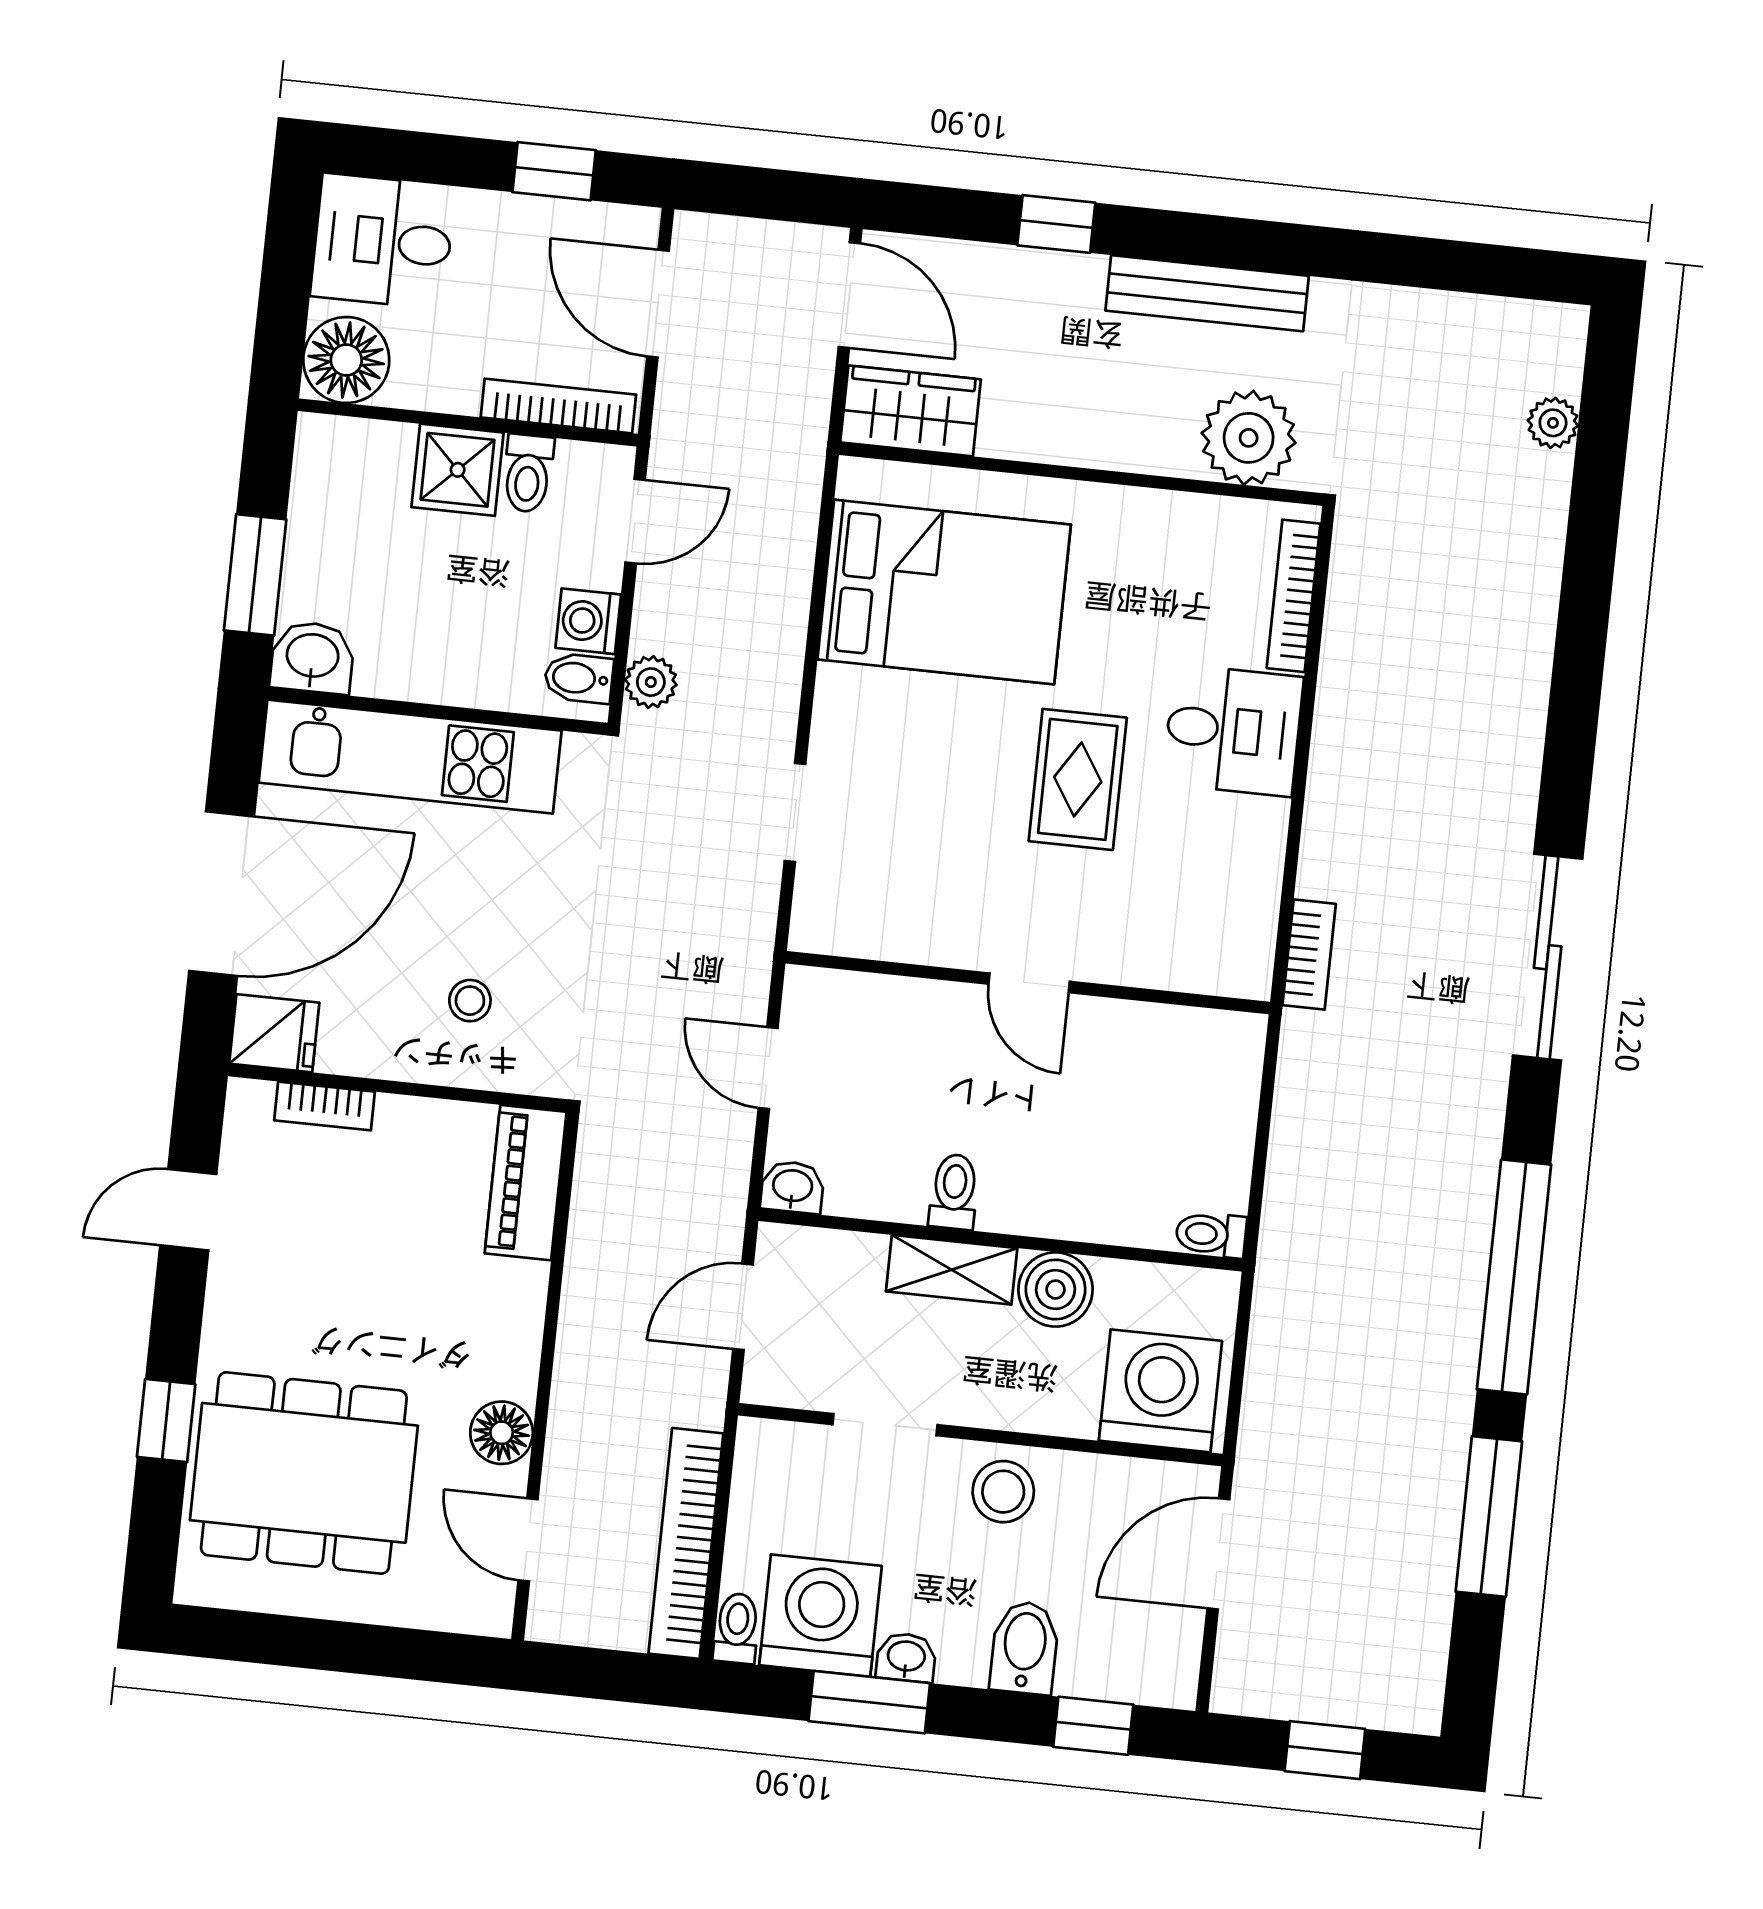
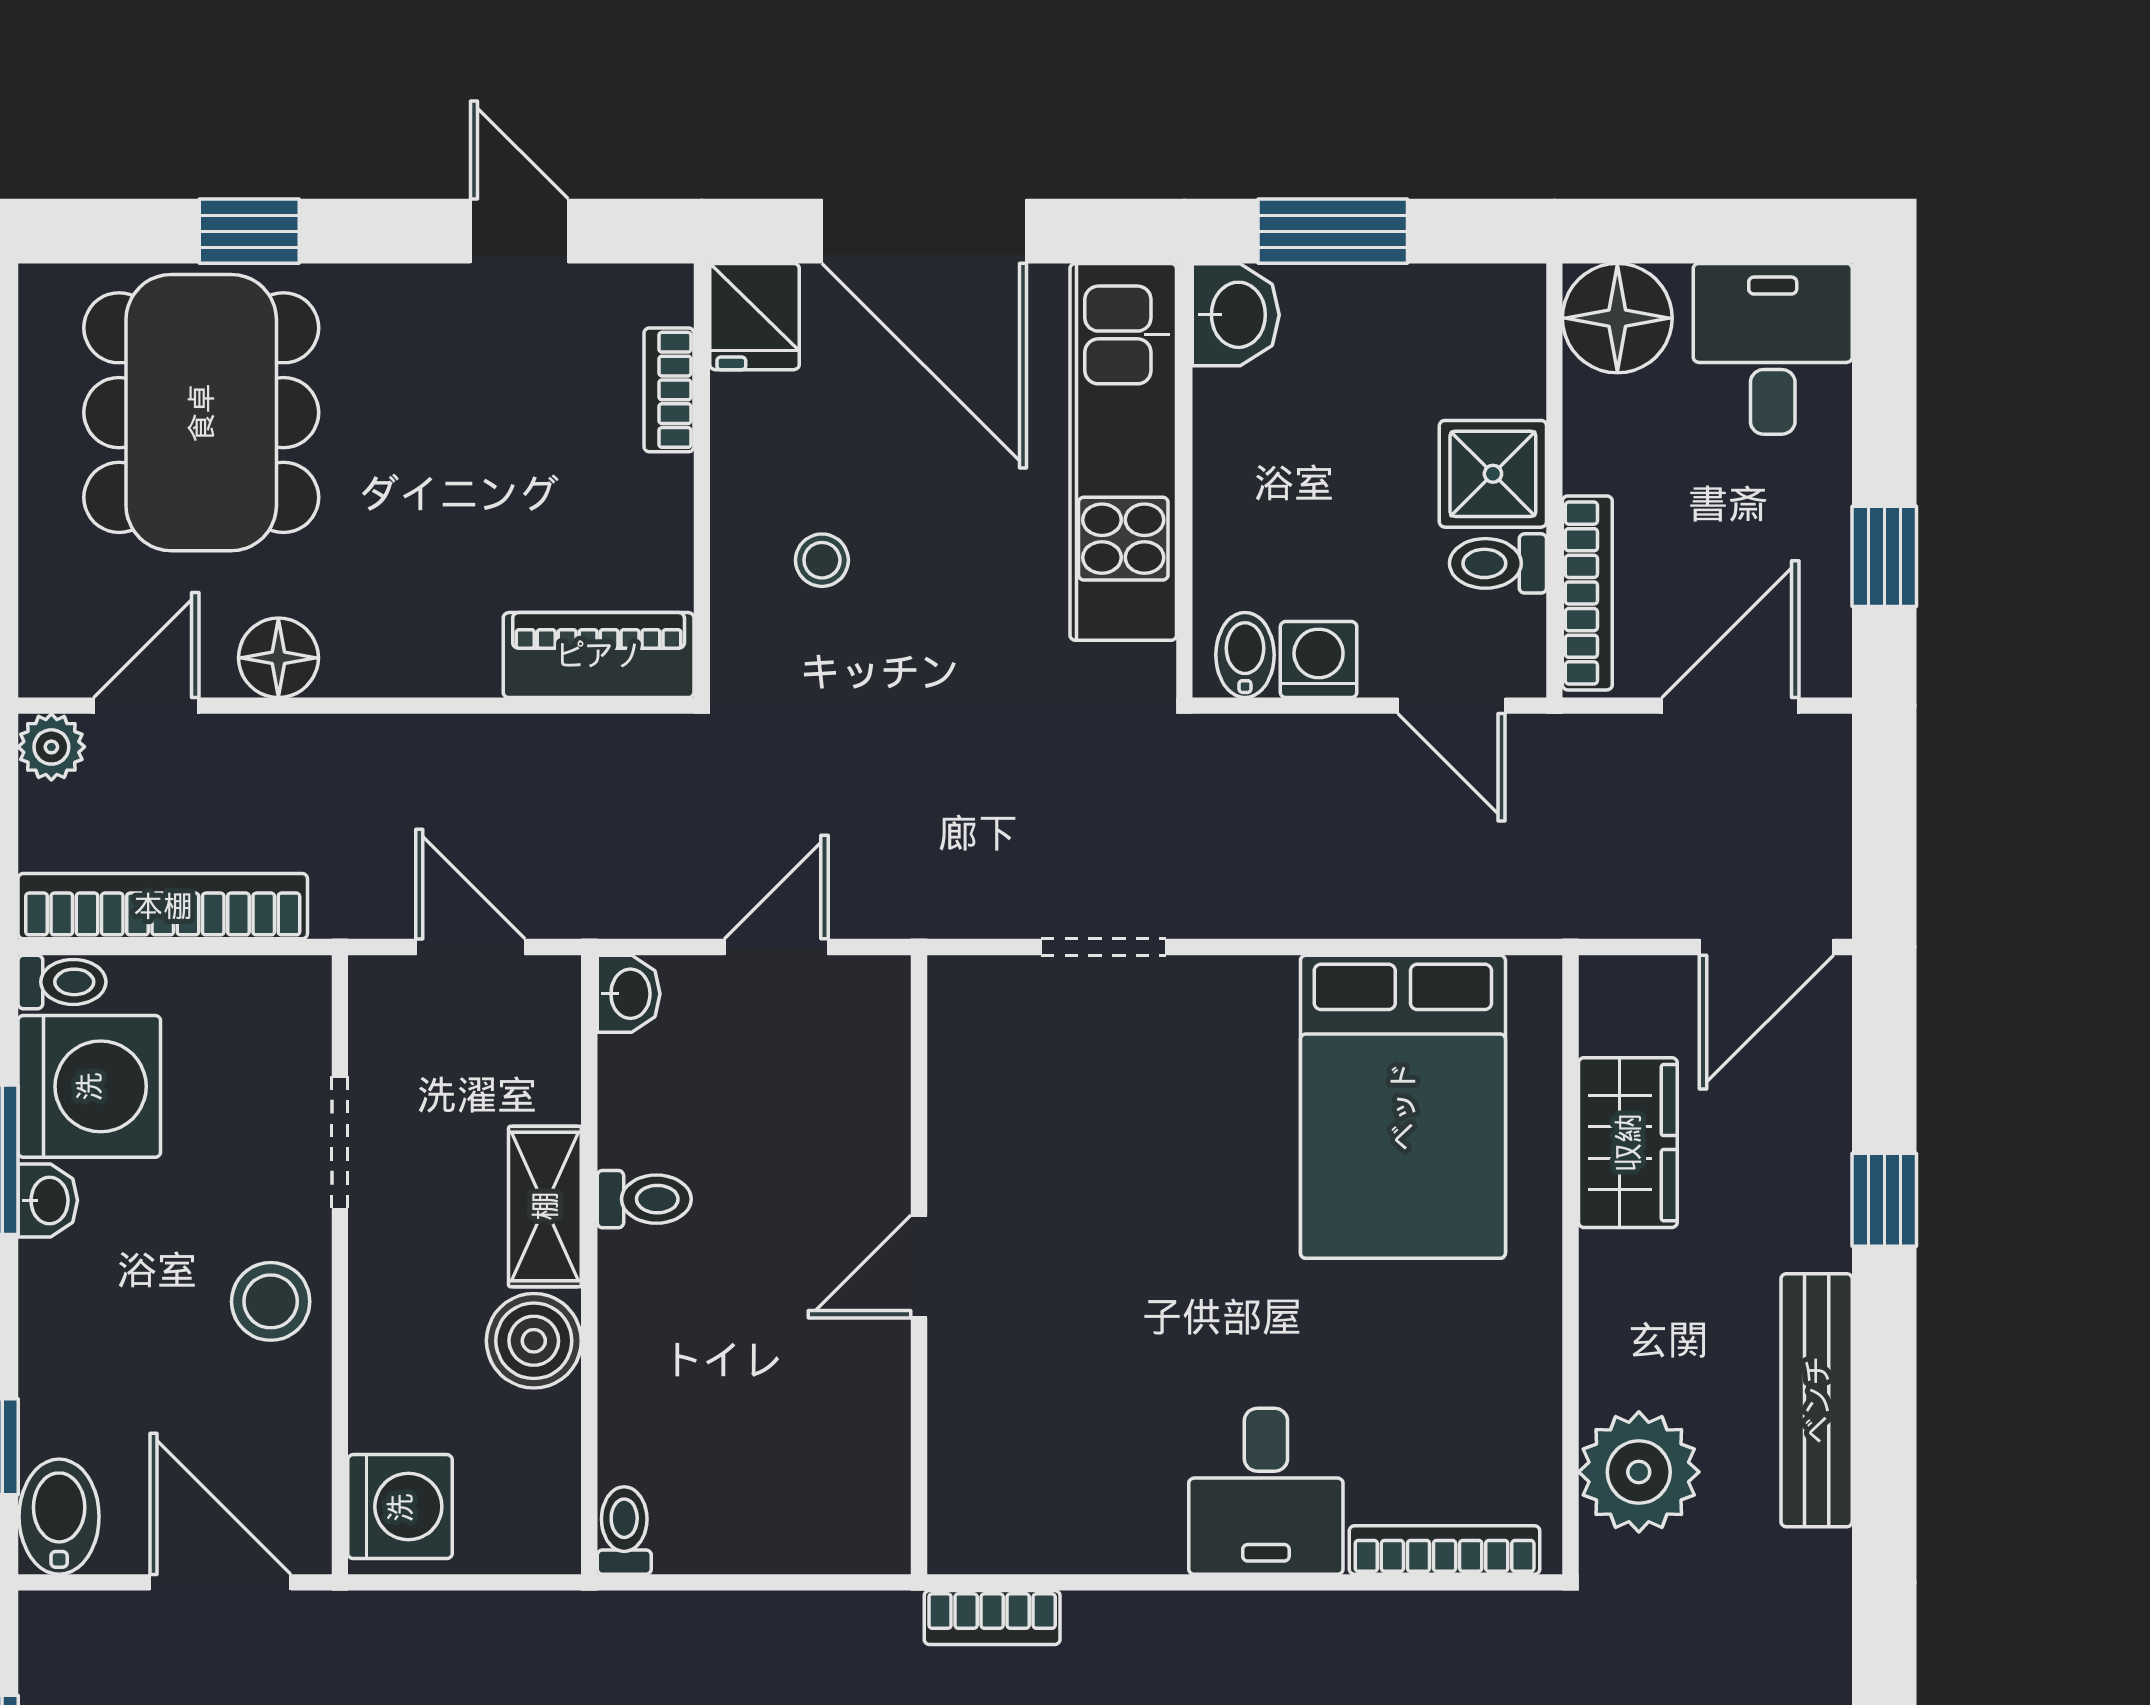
wardrobe: (911, 411) -> (1628, 1143), moved
plant: (651, 682) -> (51, 747), moved
rug: (1078, 779) -> (1183, 1301), removed
washing machine: (1160, 1391) -> (400, 1507), width x0.73, depth x0.73
bidet: (1025, 1648) -> (59, 1517), moved, turned -90

